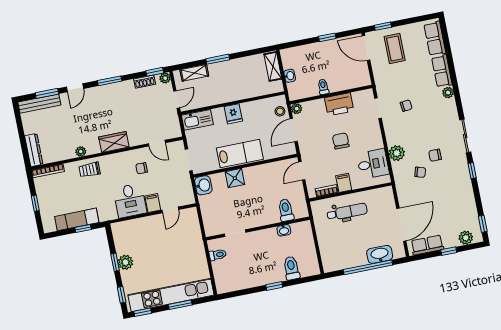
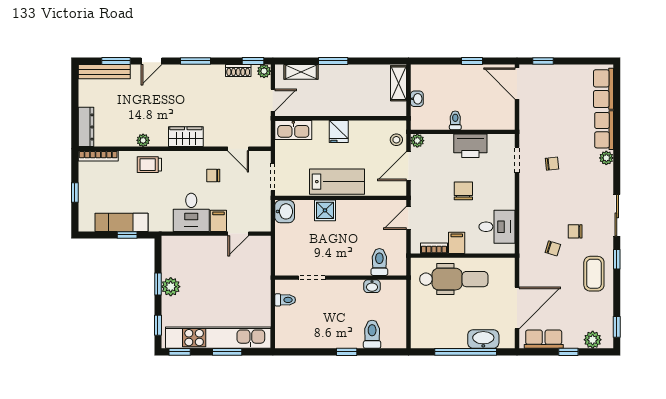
coffee table: (395, 48) -> (594, 274), moved
plant: (397, 153) -> (529, 219), removed
dental chair: (347, 212) -> (454, 279), width x1.36, depth x1.38

